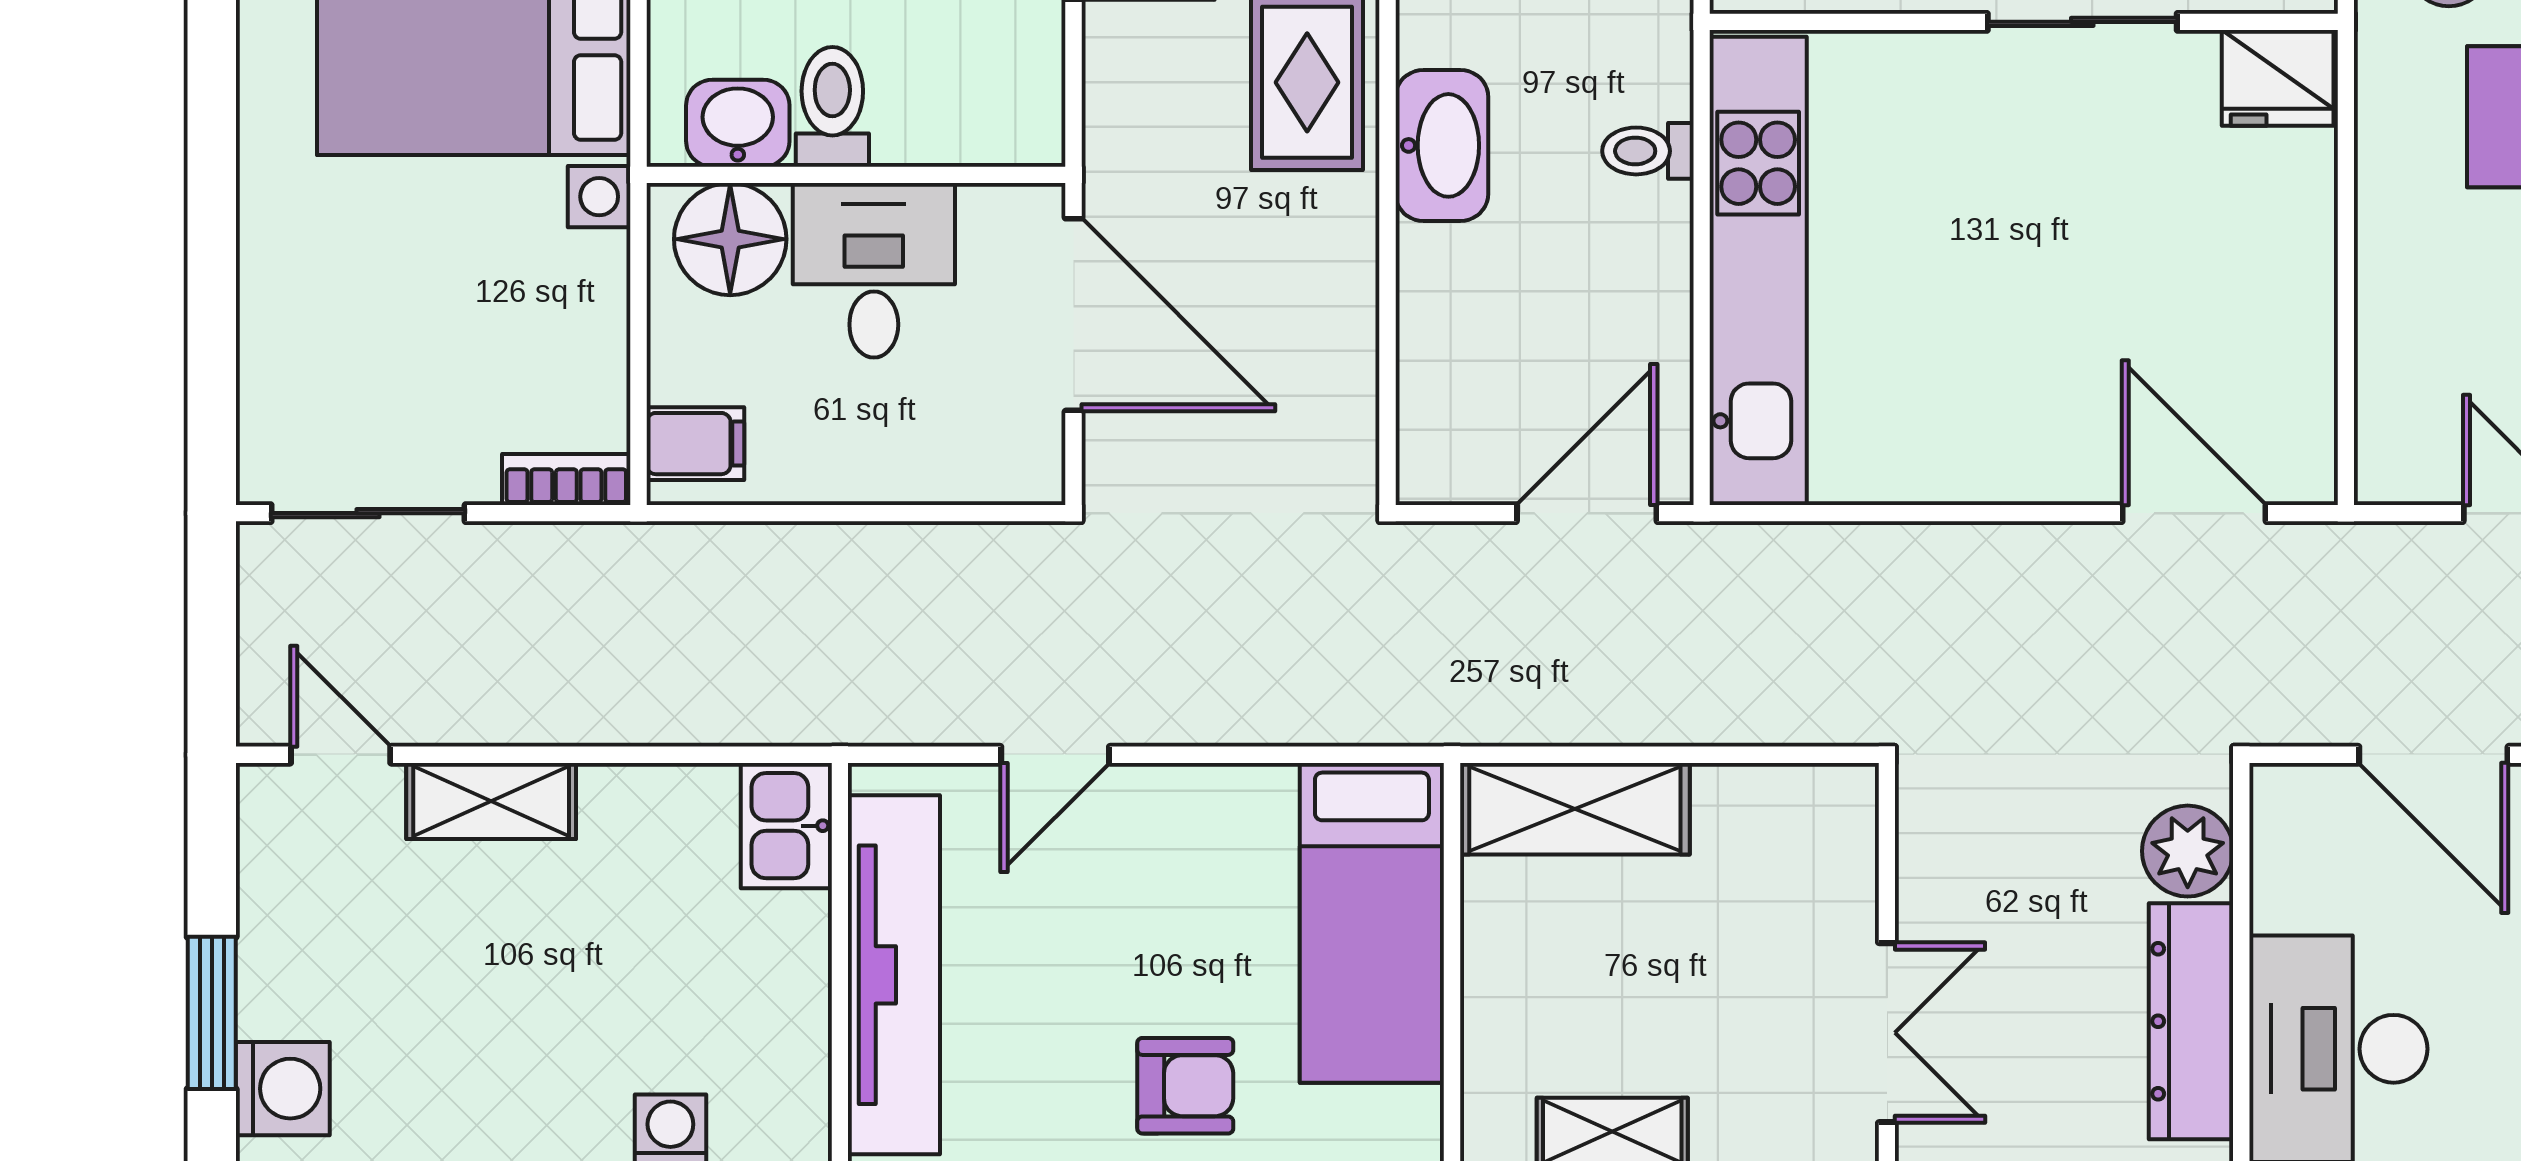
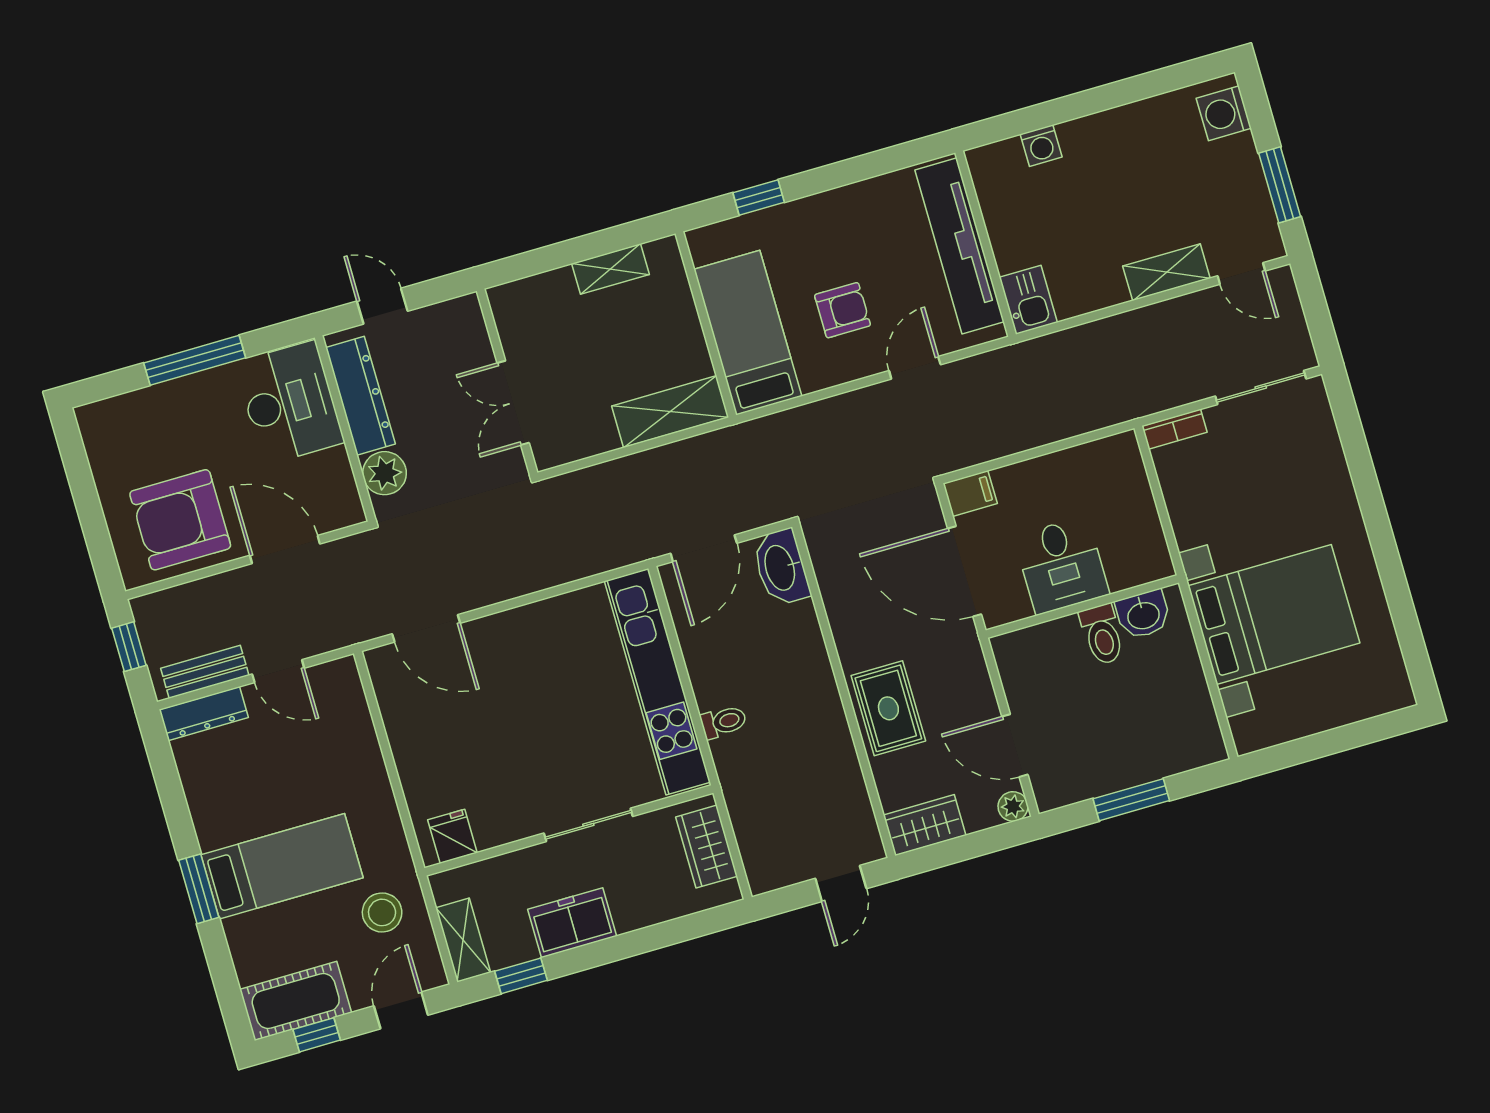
sliding door: (2082, 22) -> (588, 825), moved
fridge: (2278, 78) -> (452, 836), width x0.72
washbasin: (1442, 145) -> (781, 567), moved
floor lamp: (730, 239) -> (1131, 561), removed
filing cabinet: (695, 444) -> (970, 493), moved, turned 180
window: (212, 1013) -> (1280, 185), moved
double door: (1887, 1033) -> (513, 403), moved
armchair: (1185, 1086) -> (843, 310), moved, turned 180

